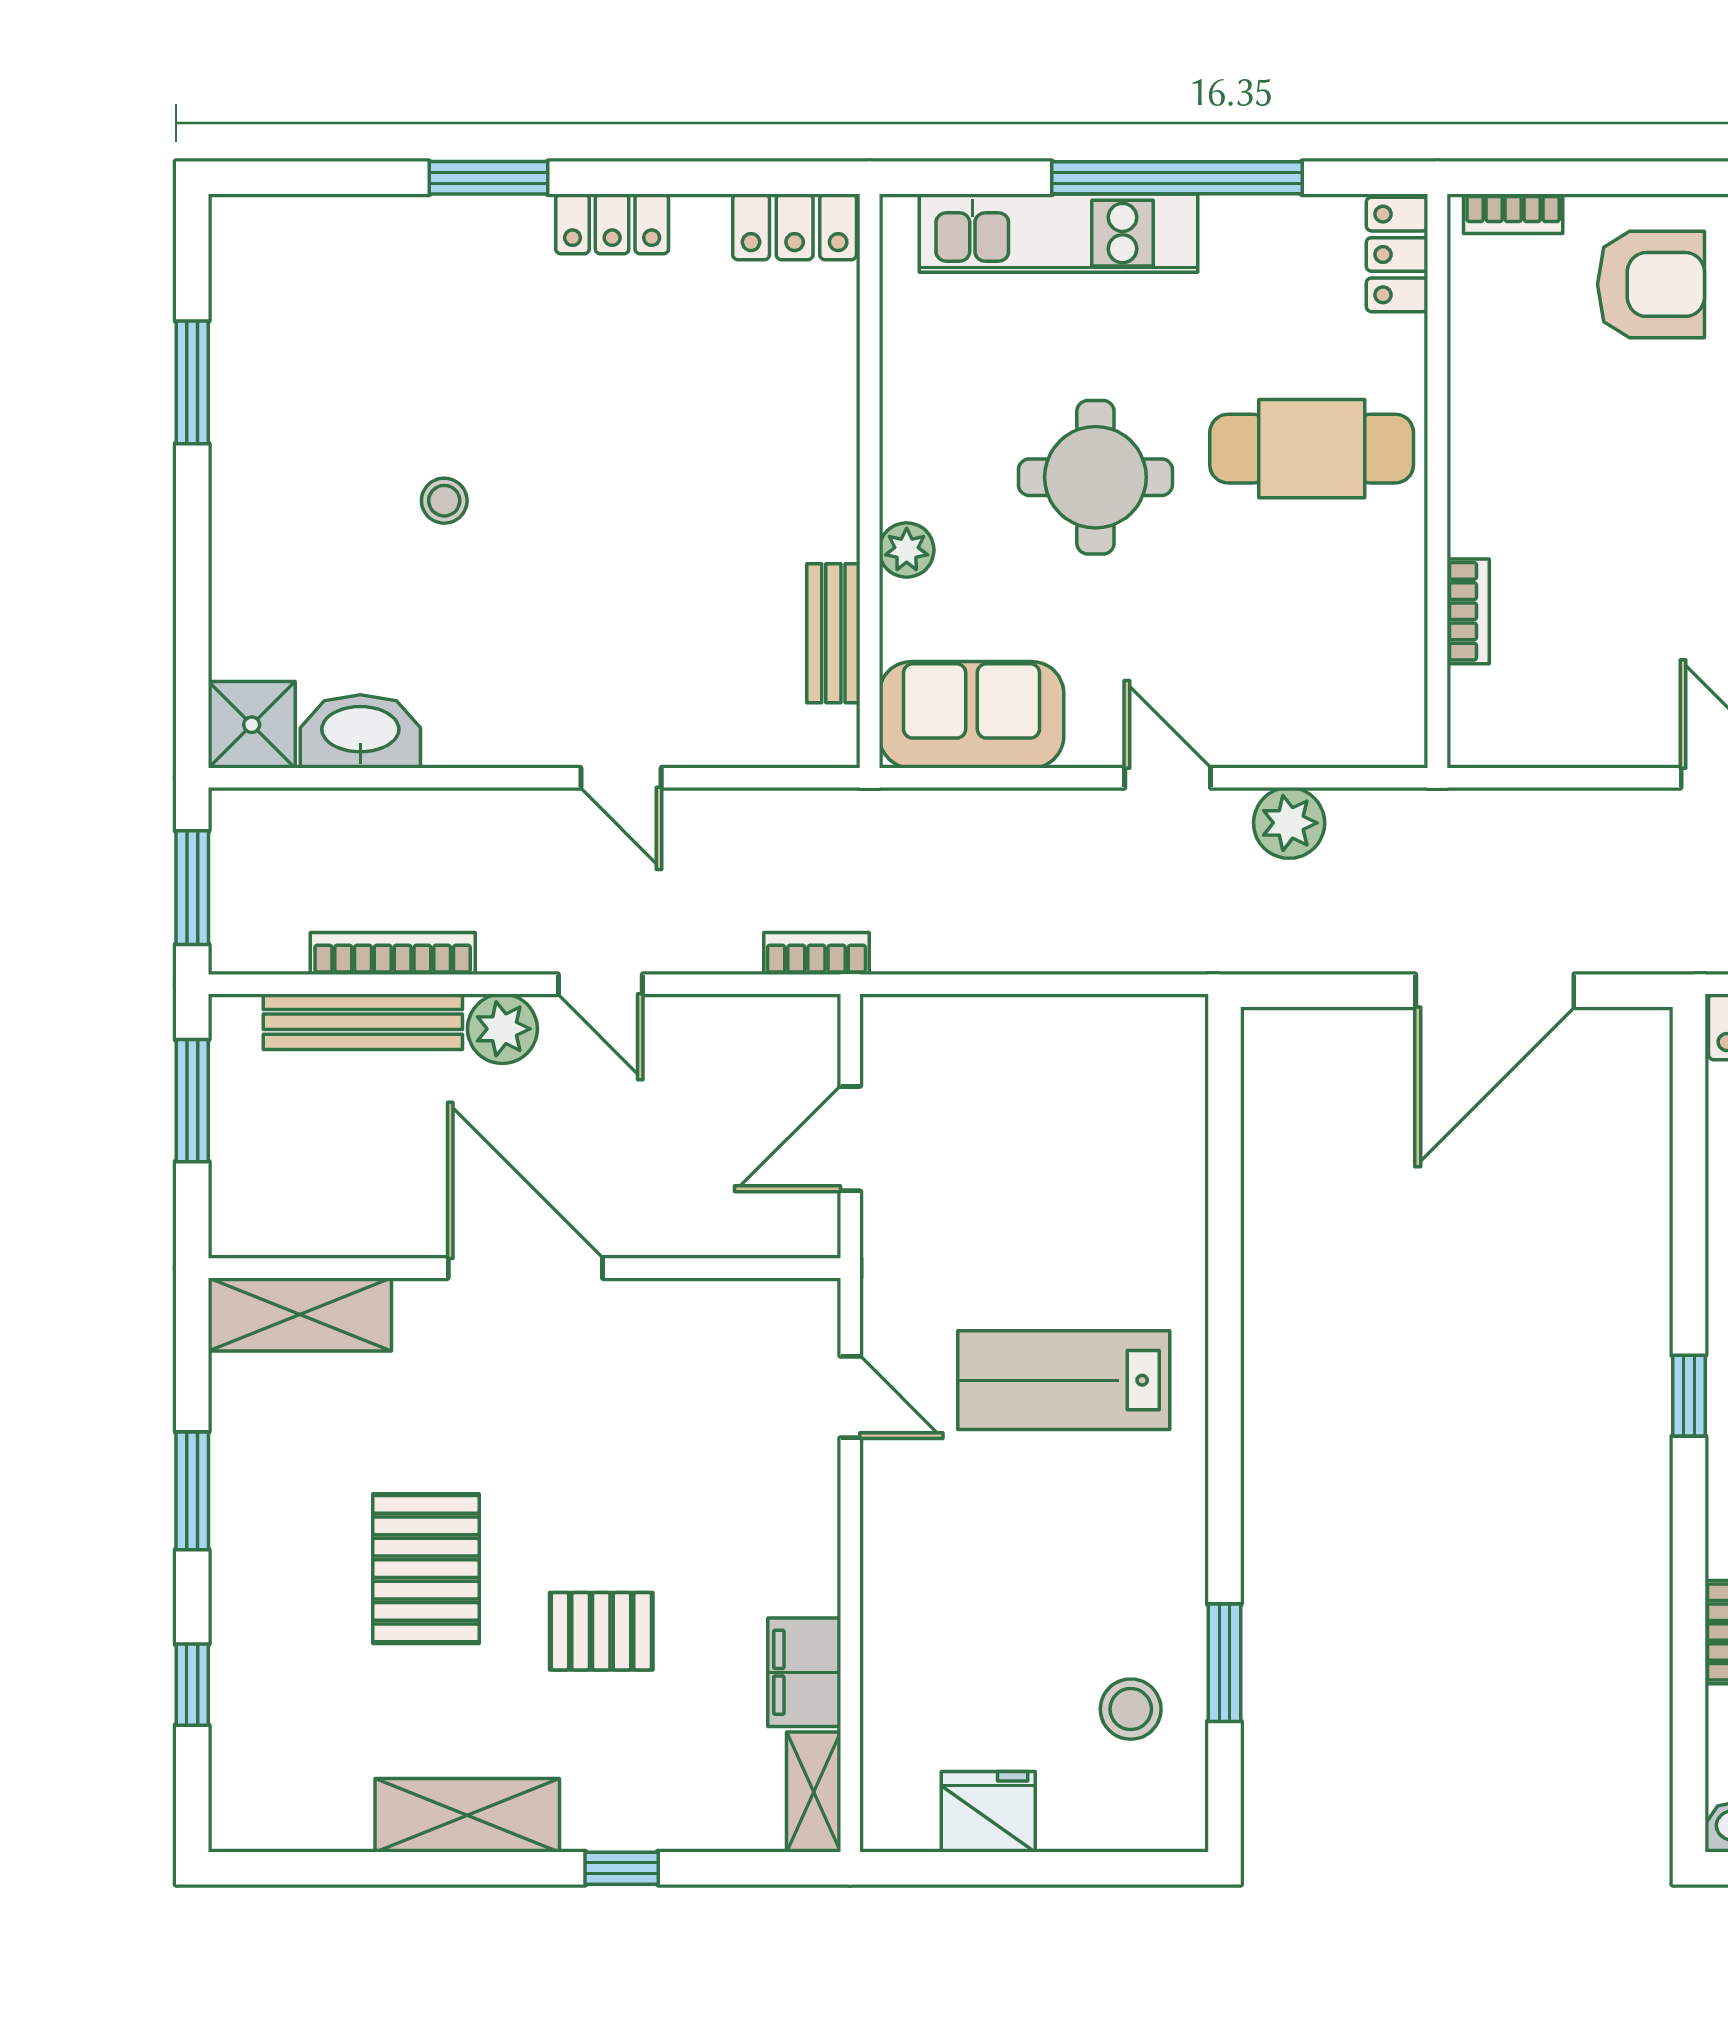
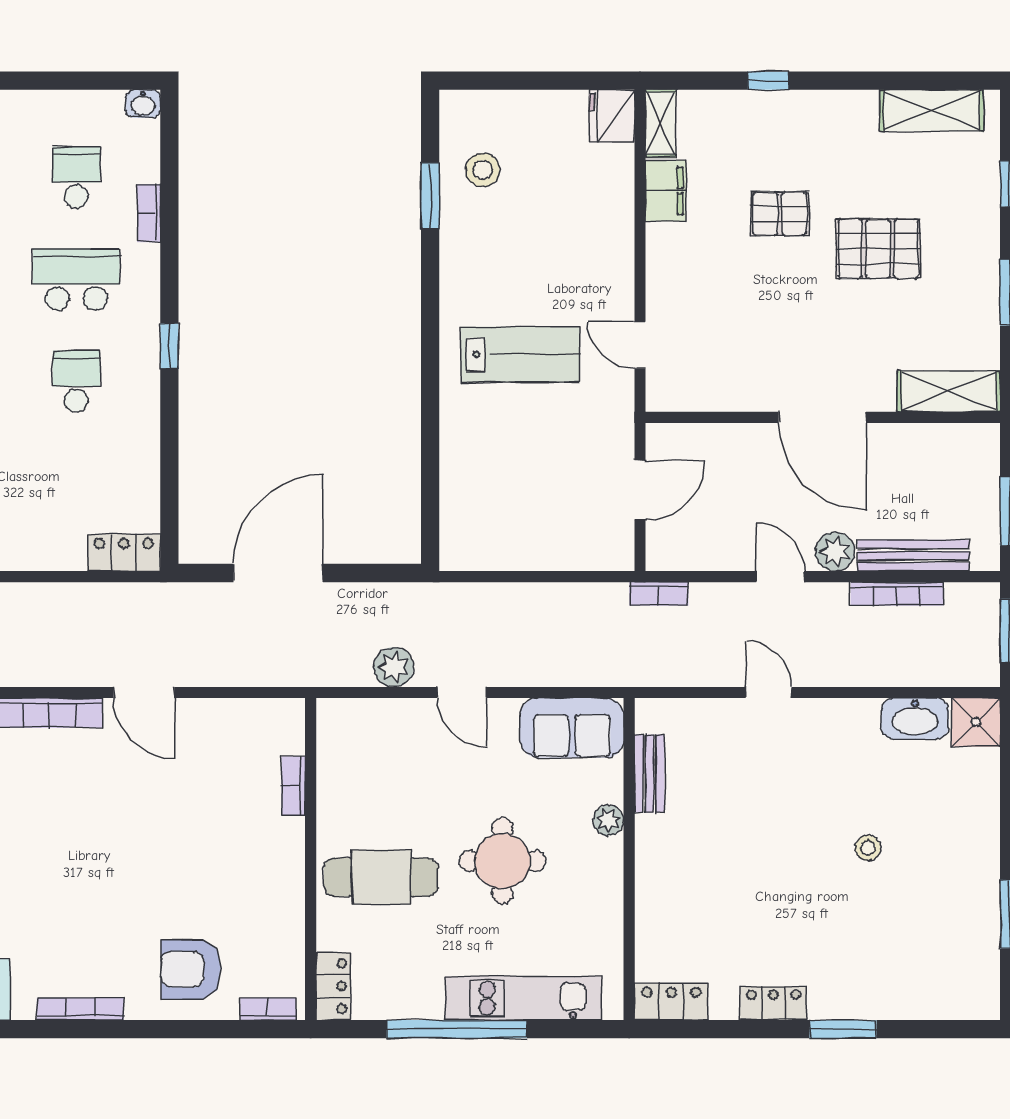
pallet: (426, 1569) -> (878, 249), turned 90
fridge: (988, 1812) -> (612, 116), moved, turned 90
shelving: (467, 1815) -> (931, 110), moved

